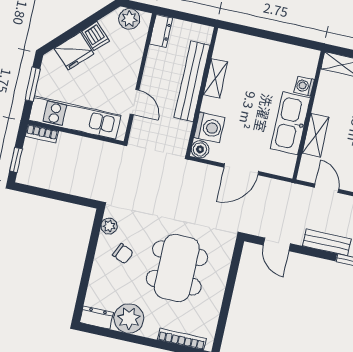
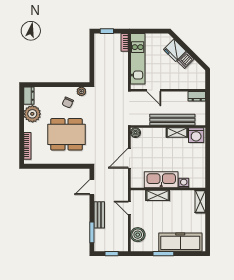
plant: (129, 19) -> (199, 77), removed
window: (33, 84) -> (151, 31), removed
door: (135, 102) -> (154, 90), hinge flipped
washing machine: (209, 127) -> (196, 135), moved
door: (241, 169) -> (129, 158), hinge flipped
door: (327, 188) -> (129, 208), swing flipped

